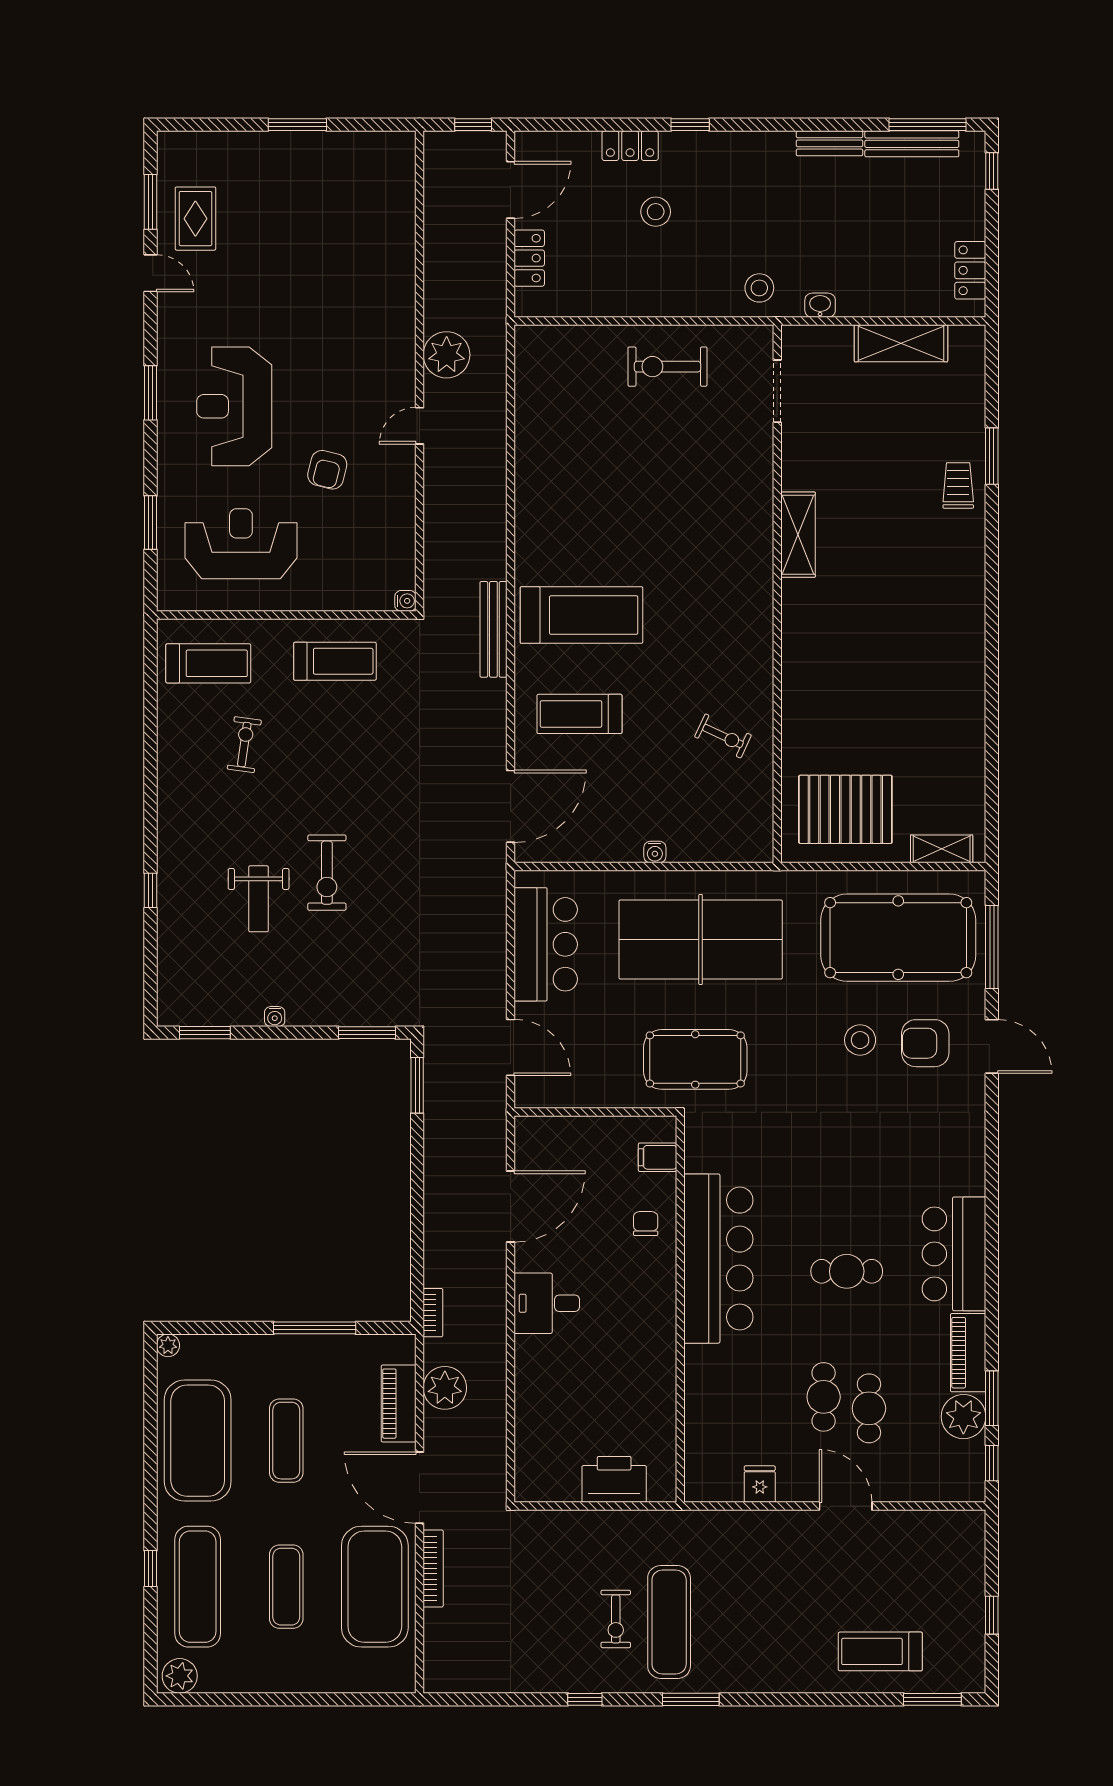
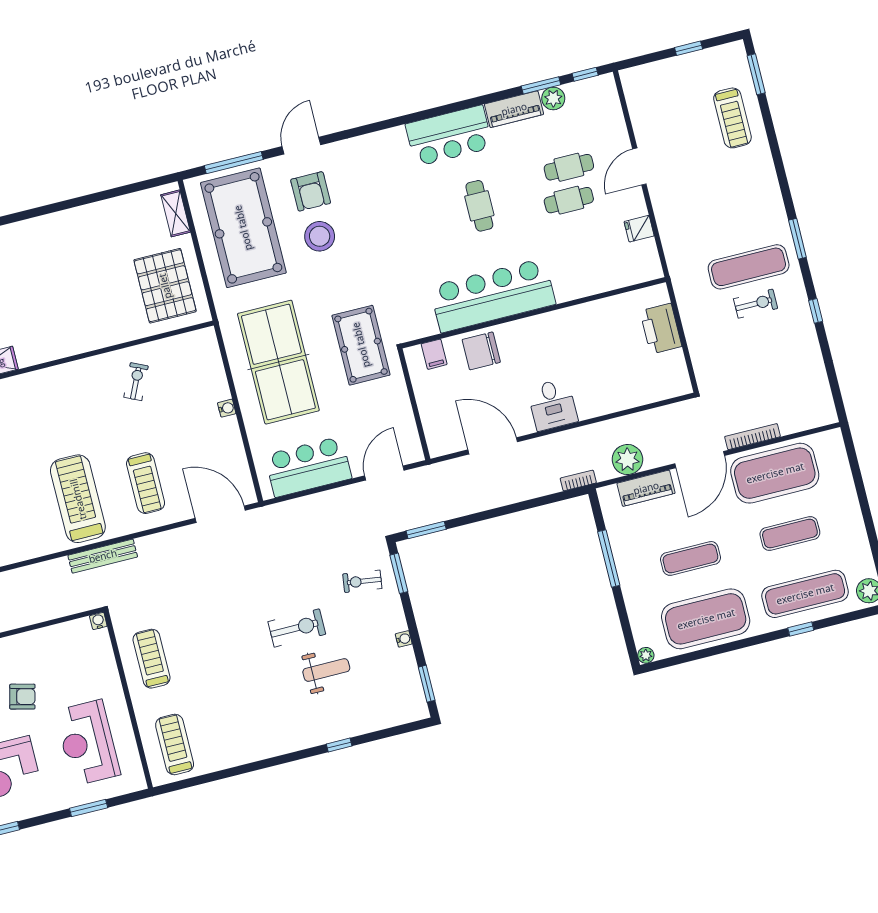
exercise bike: (244, 745) -> (362, 581), moved
stool: (860, 1040) -> (320, 236), width x1.38, depth x1.38
chair: (646, 1224) -> (481, 351), width x1.87, depth x1.87
plant: (963, 1417) -> (553, 98), width x0.73, depth x0.73

